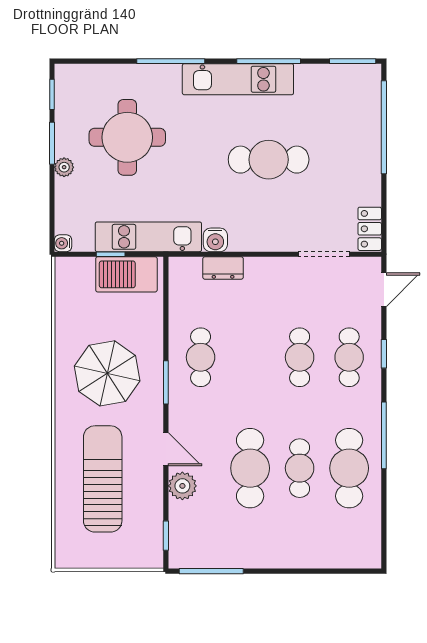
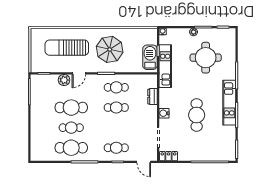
water cooler: (215, 240) -> (164, 113), moved
cafe table: (300, 357) -> (116, 108), moved
sun lounger: (103, 479) -> (67, 48), turned 180

